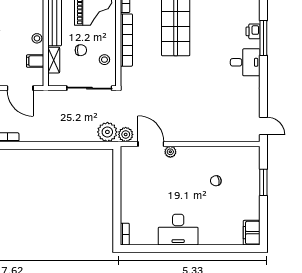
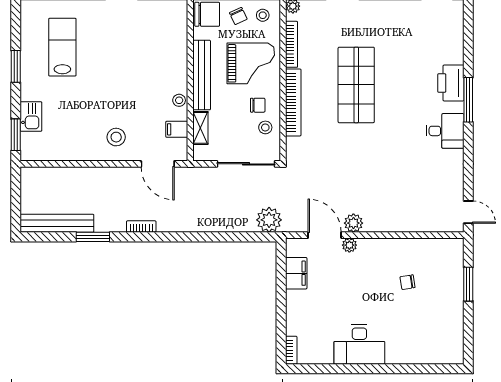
printer: (253, 31) -> (451, 83), width x1.87, depth x1.48
chair: (81, 50) -> (258, 105), moved
plant: (126, 134) -> (353, 223), moved
filing cabinet: (252, 233) -> (296, 273), moved, turned 180

